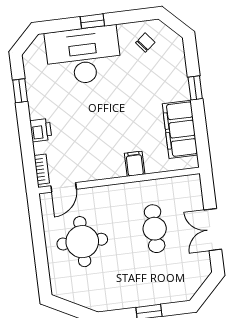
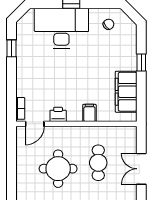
printer: (41, 130) -> (58, 114), moved, turned -90
round table: (82, 242) -> (58, 169), moved

